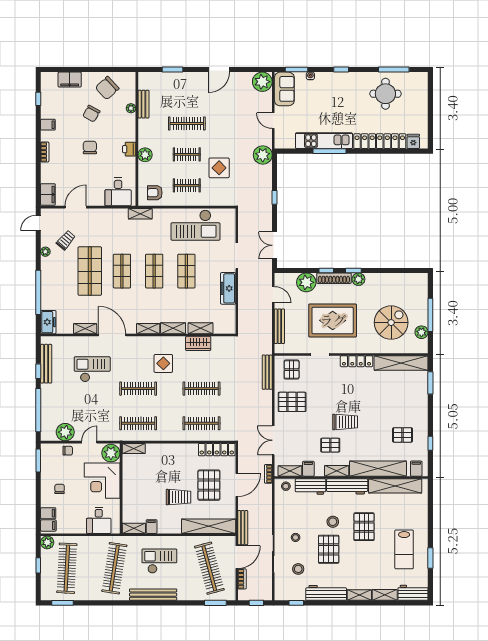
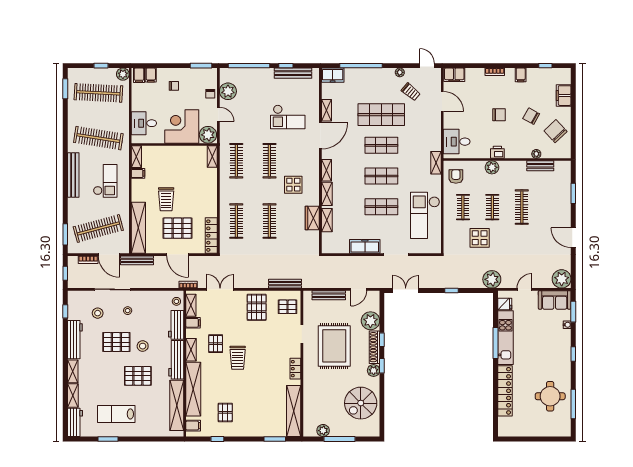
fridge: (413, 141) -> (505, 304), moved
spiral stairs: (391, 323) -> (361, 403), moved, turned 90
locker: (356, 361) -> (295, 369), width x0.66
checkout: (92, 369) -> (288, 117), turned 90

